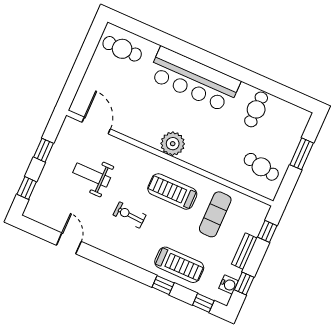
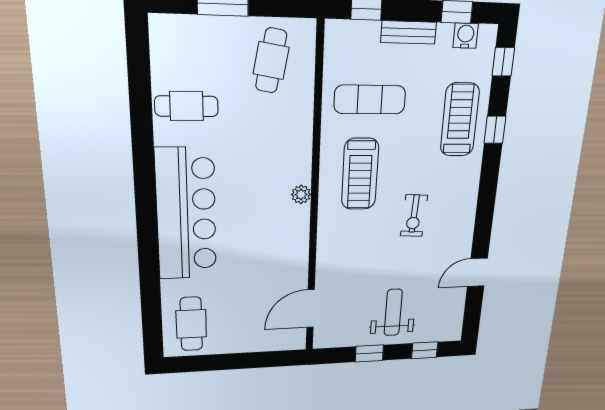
plant: (173, 144) -> (301, 194), width x0.53, depth x0.53
weight bench: (92, 175) -> (393, 312), moved, turned 180

